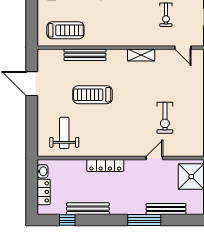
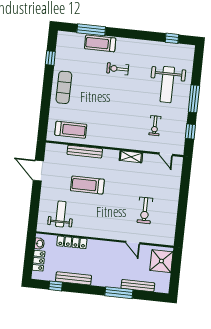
door: (154, 158) -> (133, 243), swing flipped
locker: (105, 165) -> (72, 242), moved

